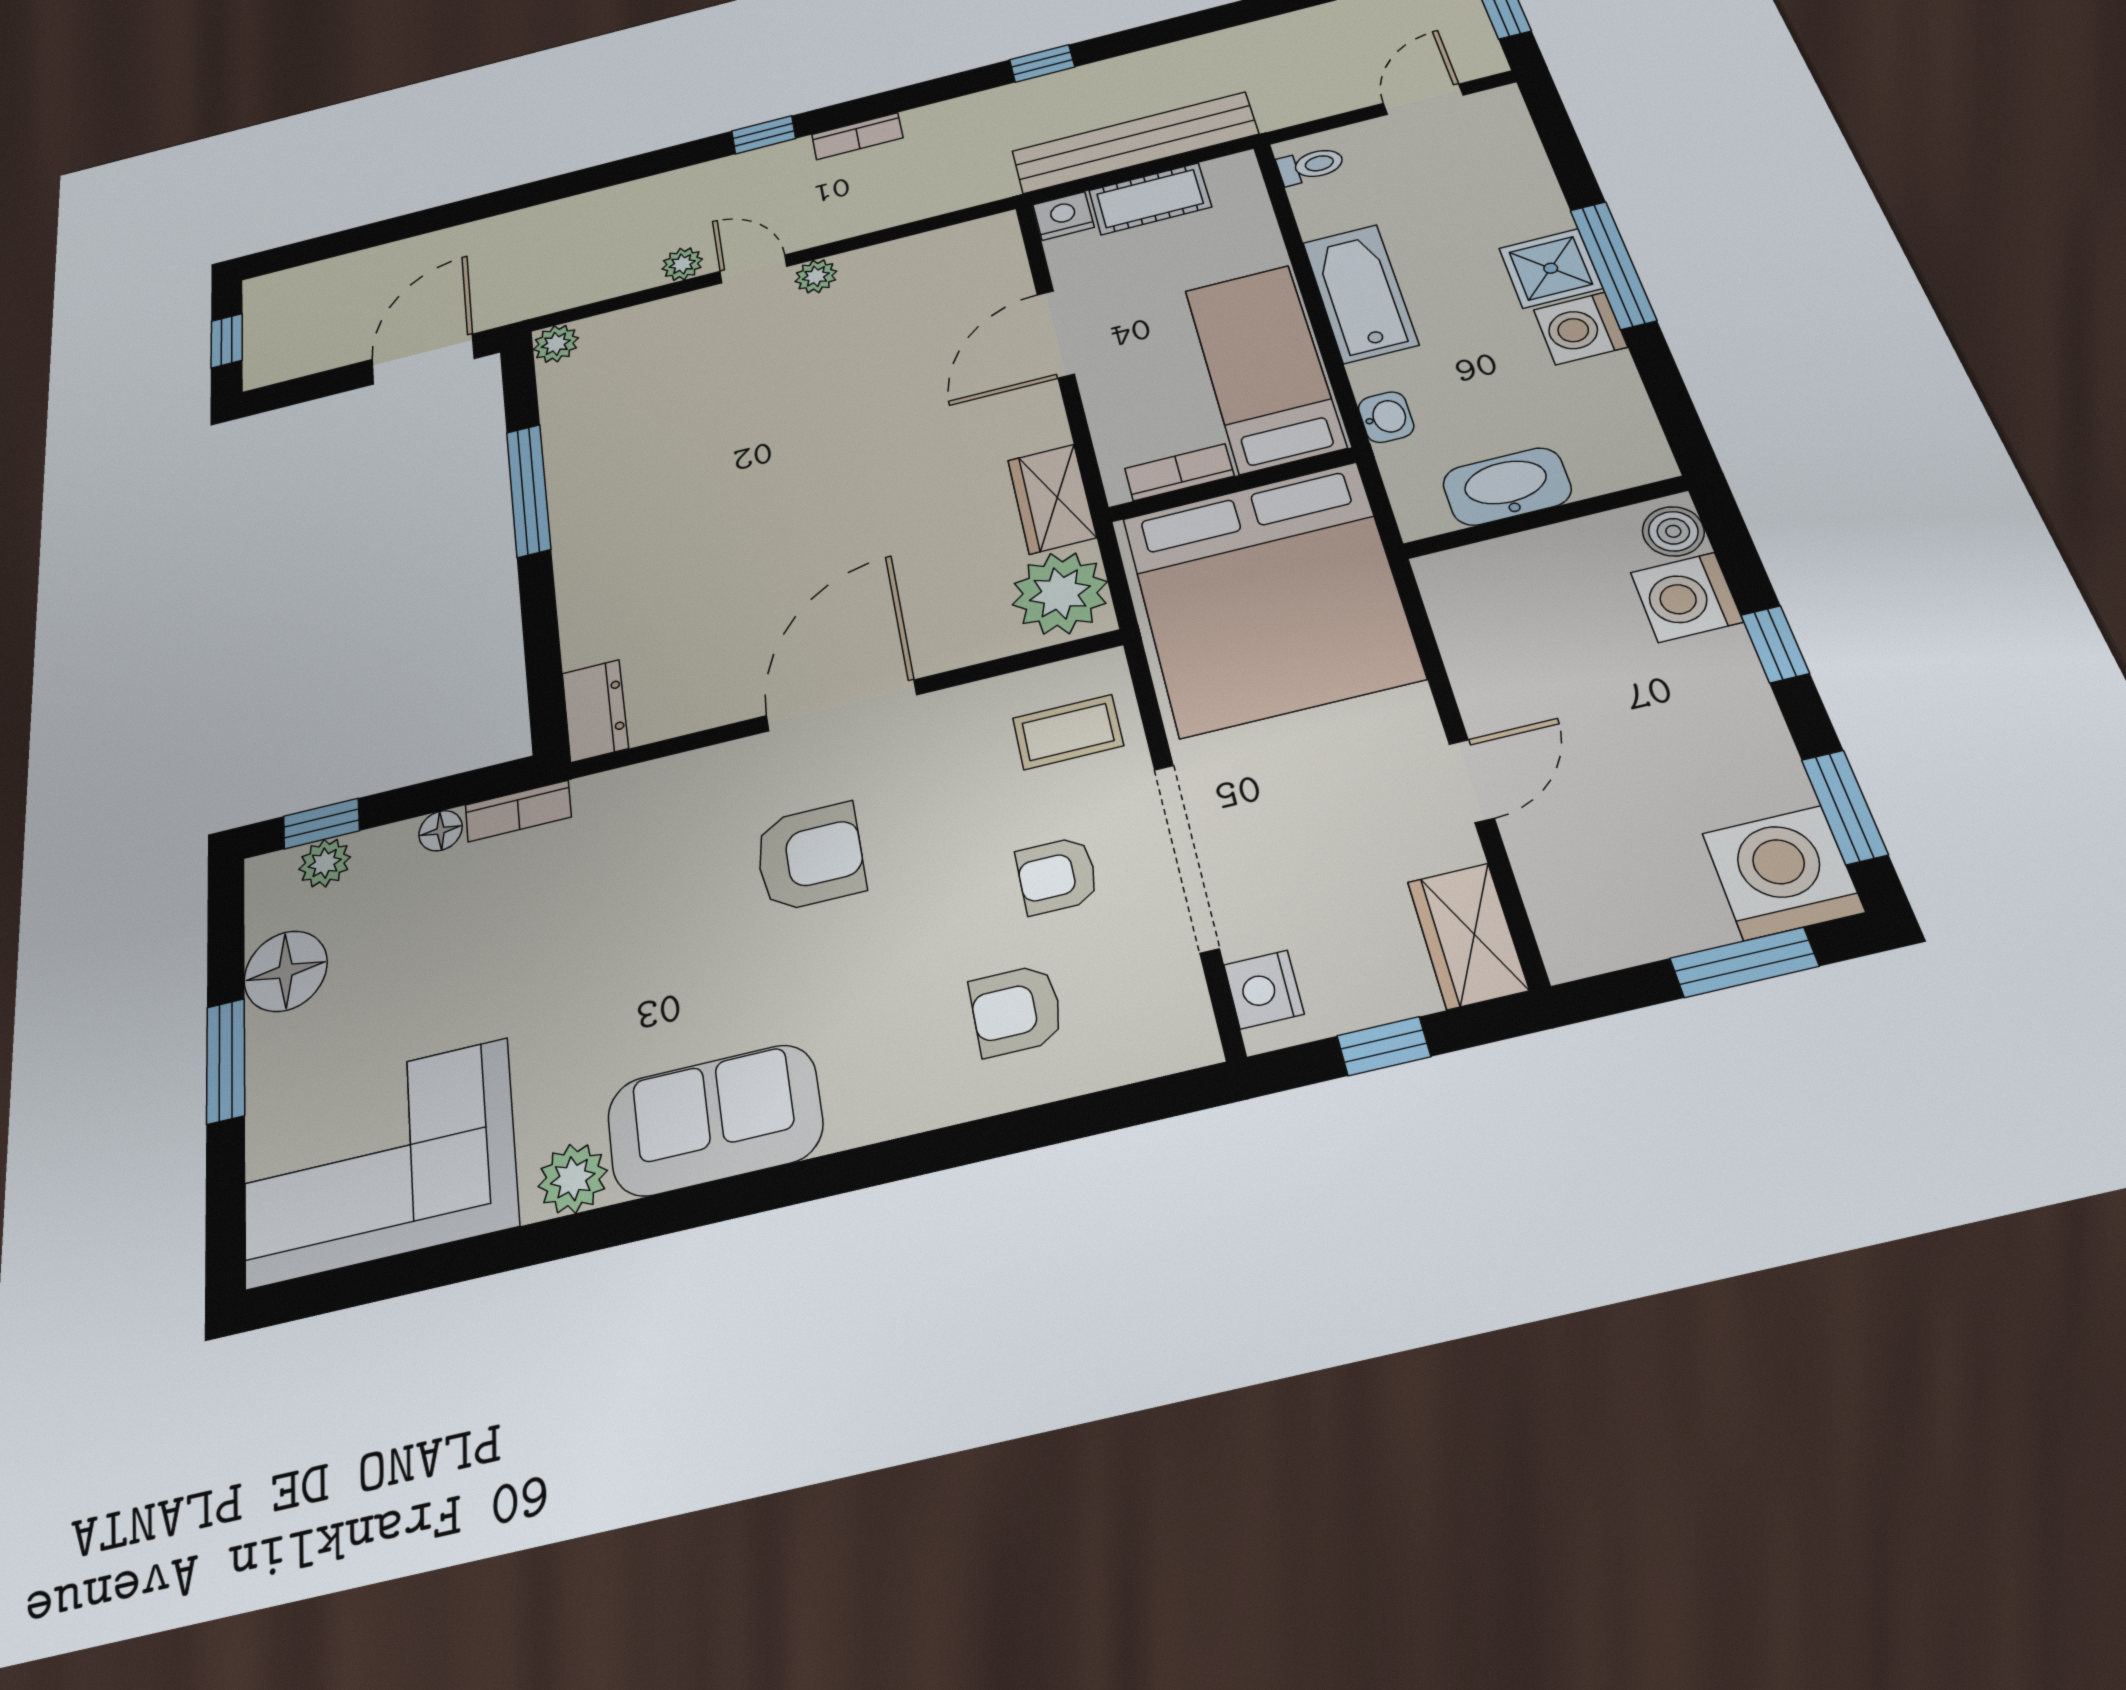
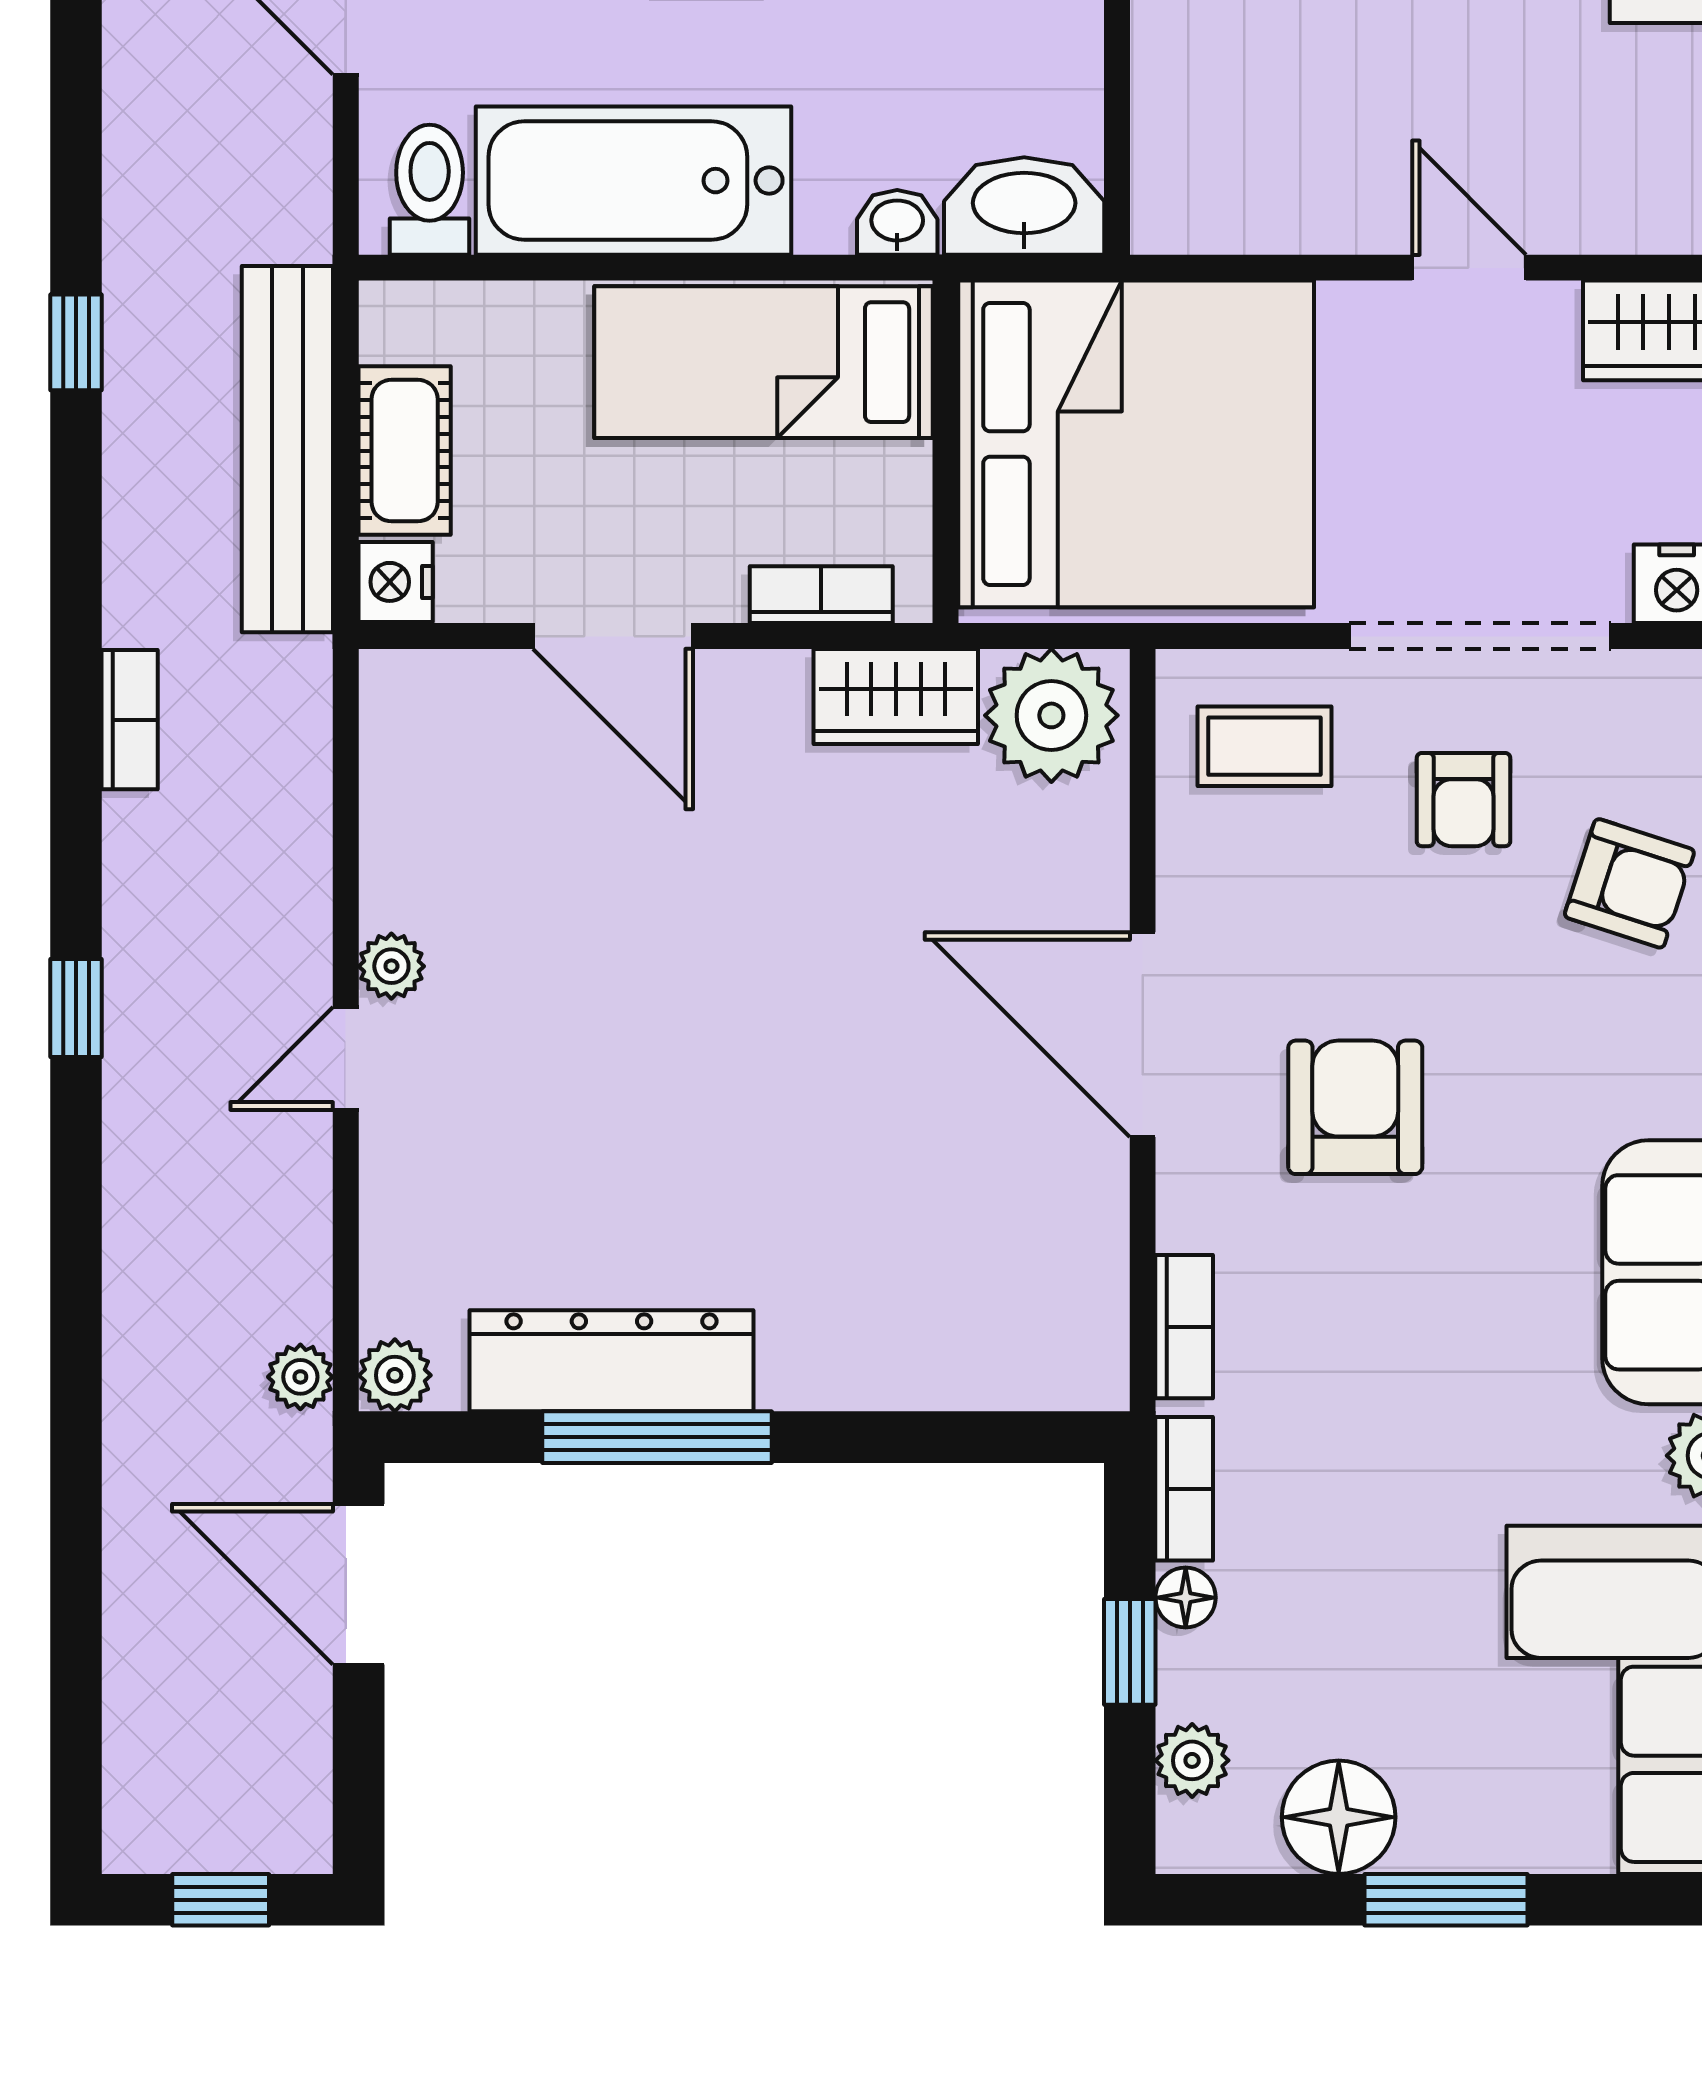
window: (1042, 63) -> (76, 342), moved
bookcase: (857, 136) -> (130, 720), moved
toilet: (1311, 166) -> (430, 190), width x1.37, depth x1.39
plant: (682, 264) -> (300, 1377), moved
bathtub: (1360, 293) -> (634, 181), width x1.36, depth x1.36
bookcase: (1179, 472) -> (821, 595), moved, turned 90
washbasin: (1507, 486) -> (1024, 206), moved, turned 90
dresser: (595, 711) -> (611, 1361), moved, width x1.96, depth x1.24
coffee table: (1068, 732) -> (1265, 746), turned 90
bookcase: (635, 783) -> (1184, 1327), added
window: (321, 823) -> (1130, 1652), moved
armchair: (1016, 1010) -> (1629, 883), turned -72

